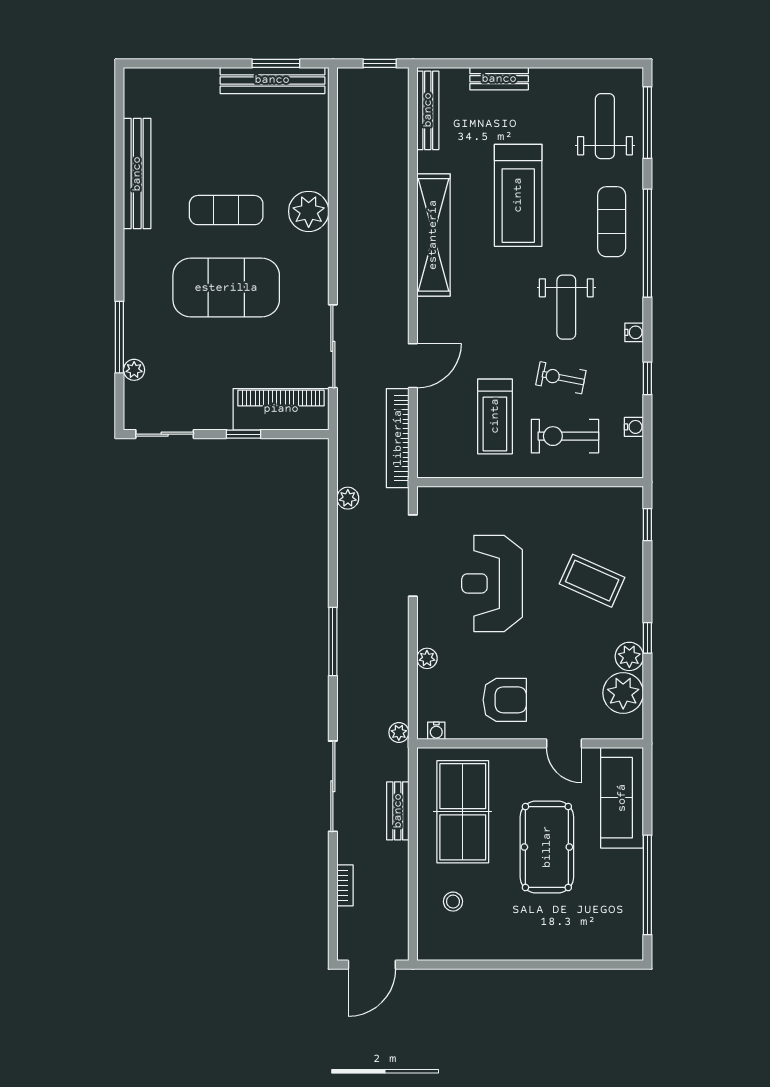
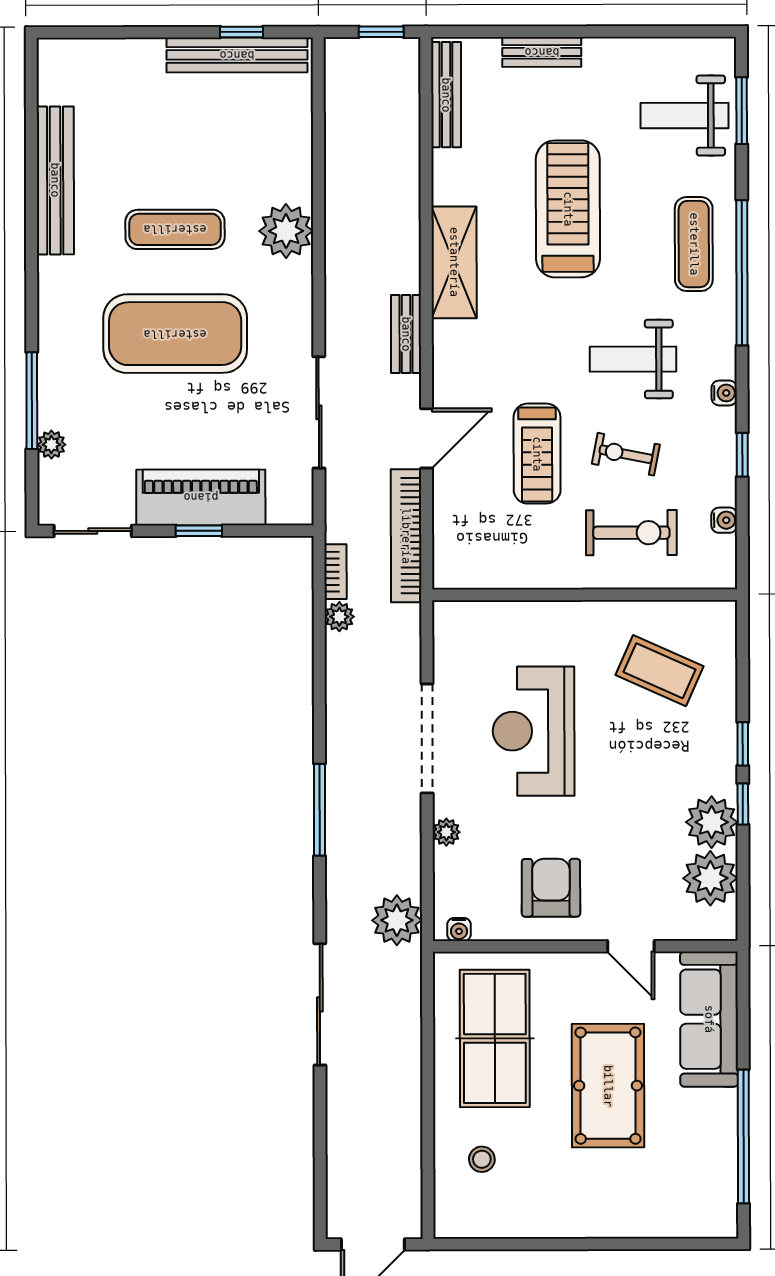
window: (276, 63) -> (242, 32), width x0.67
window: (647, 123) -> (742, 111), width x0.69
weight bench: (605, 126) -> (684, 116), turned -90
treadmill: (518, 195) -> (568, 209), turned 180
shelving: (433, 235) -> (454, 262), width x0.68
weight bench: (566, 307) -> (633, 359), turned 90
piano: (281, 409) -> (201, 497), moved
treadmill: (495, 416) -> (537, 454), moved
exercise bike: (565, 436) -> (631, 533), turned 180
window: (647, 525) -> (743, 744), moved
doorway: (413, 556) -> (427, 738), moved
coffee table: (592, 581) -> (659, 671), moved
plant: (629, 656) -> (712, 822), width x1.36, depth x1.36
armchair: (505, 700) -> (551, 888), turned -90
plant: (399, 732) -> (397, 920), width x1.87, depth x1.87
bench: (398, 811) -> (406, 334), moved
bookcase: (345, 885) -> (336, 572), moved

